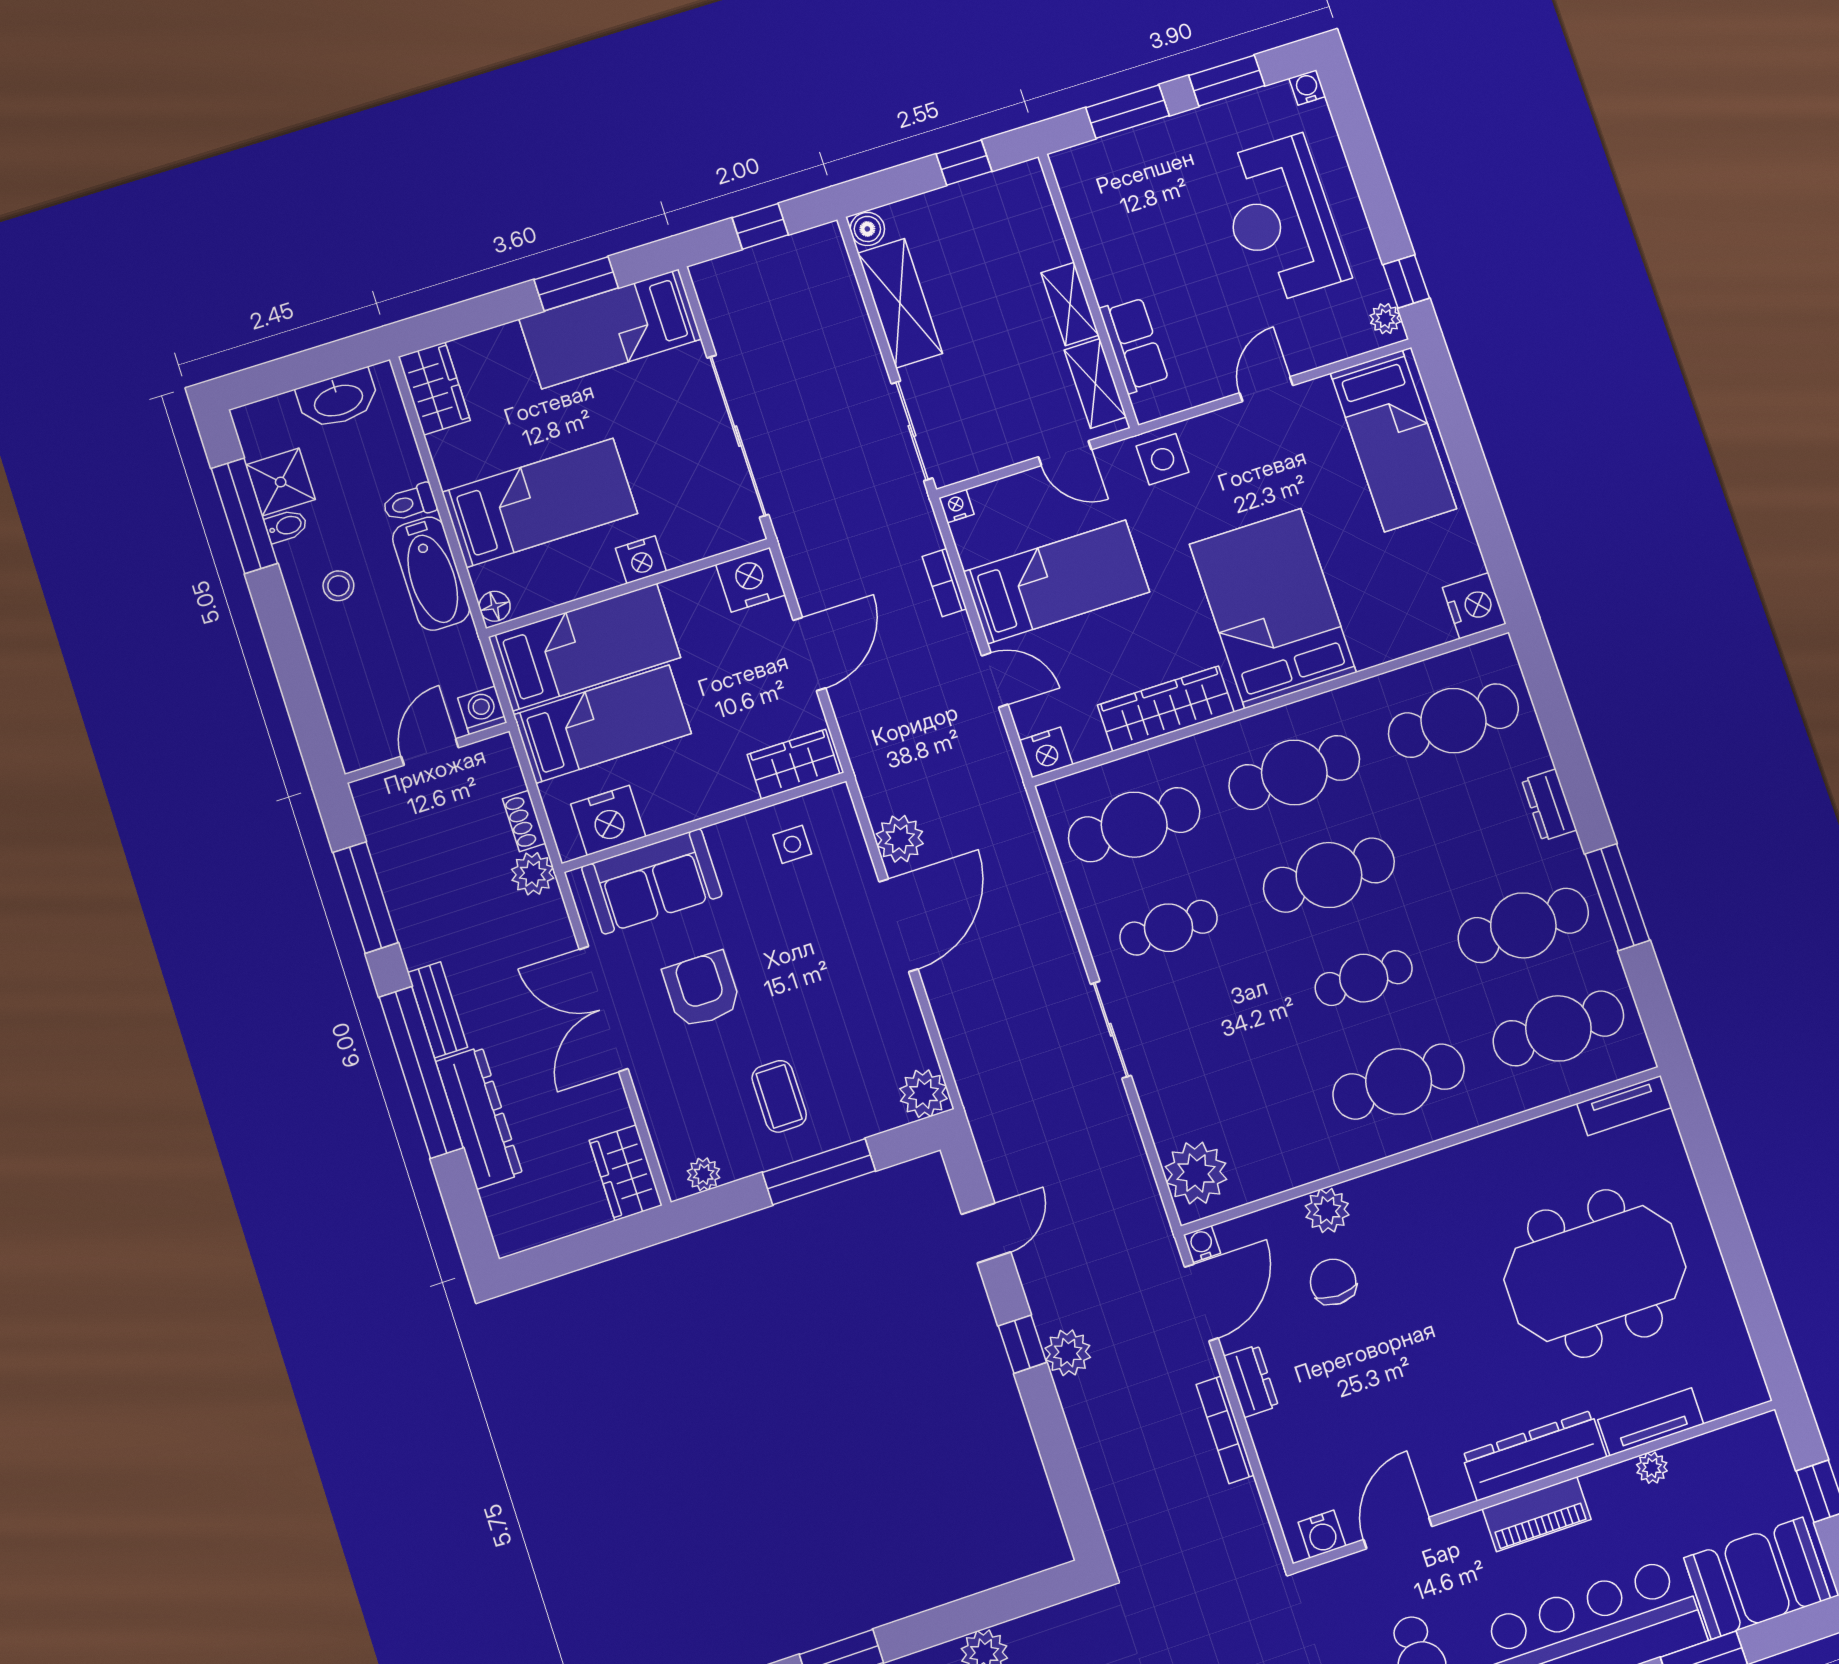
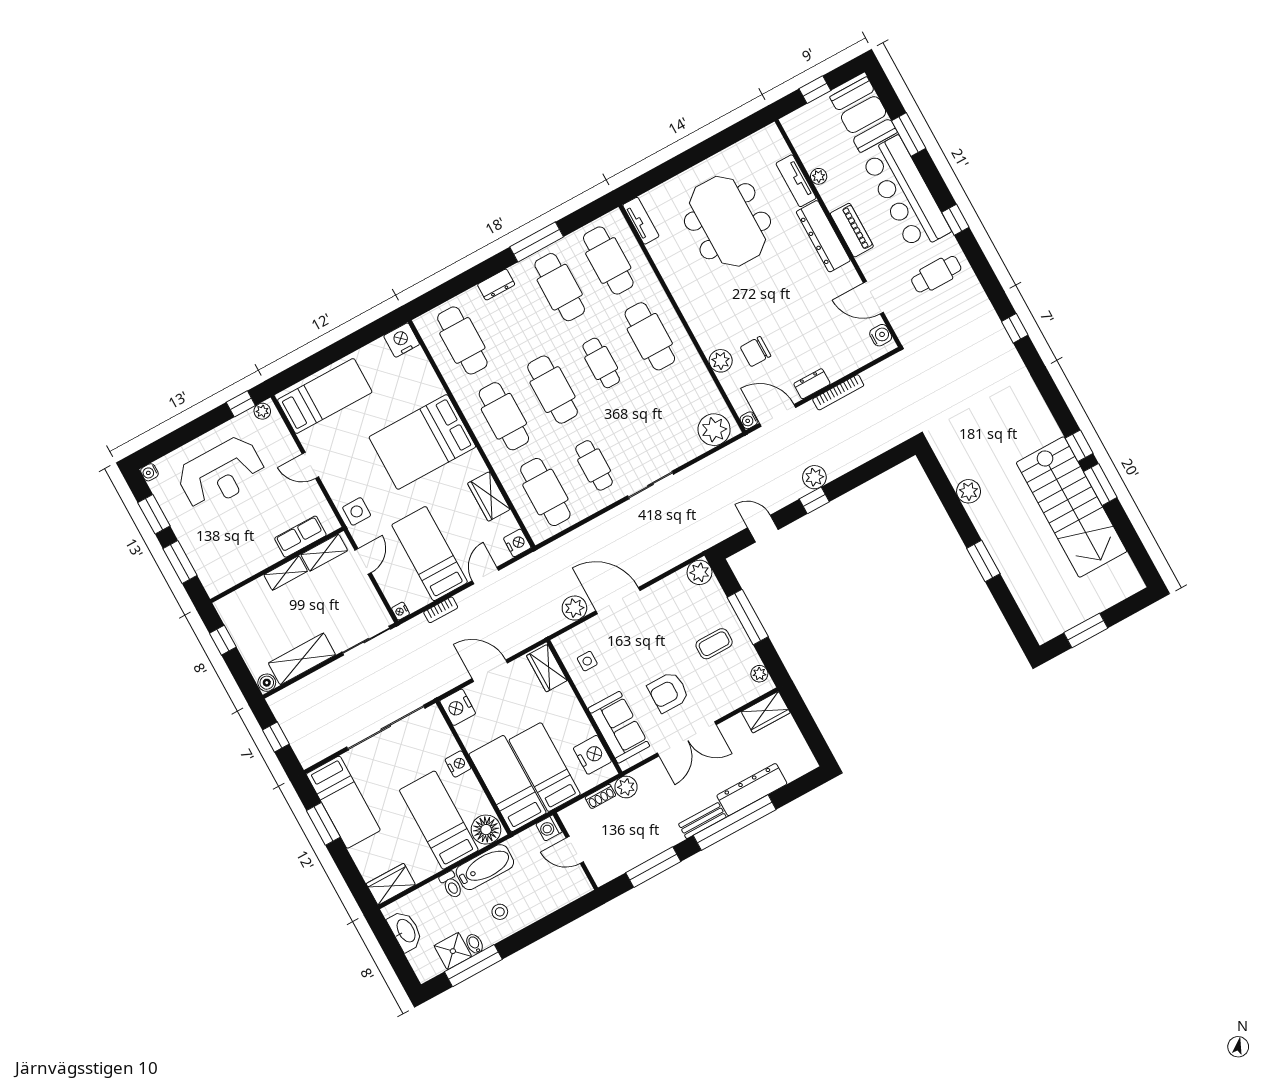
floor lamp: (495, 606) -> (486, 830), width x1.89, depth x1.89
wardrobe: (1166, 709) -> (489, 496), width x0.67

